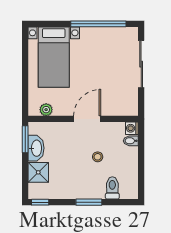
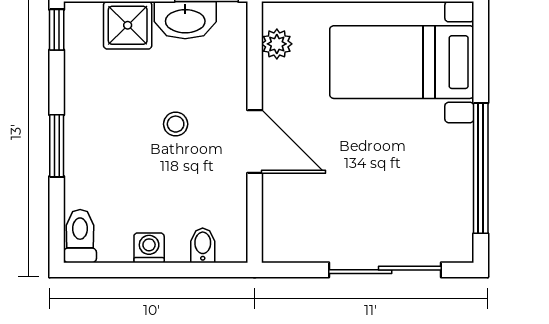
washing machine: (132, 128) -> (149, 248), moved
stool: (98, 157) -> (176, 124), moved
toilet: (112, 188) -> (80, 236), moved, turned -90

